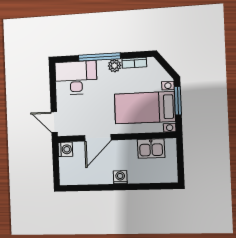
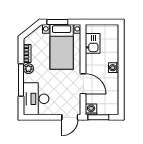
window: (56, 159) -> (98, 117), added

